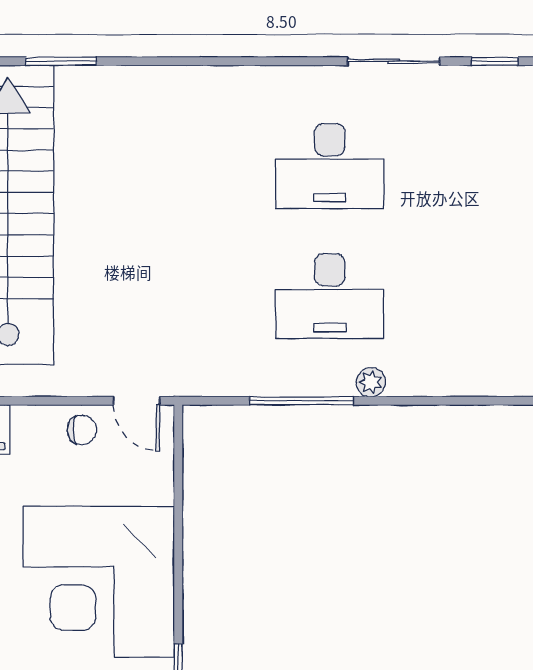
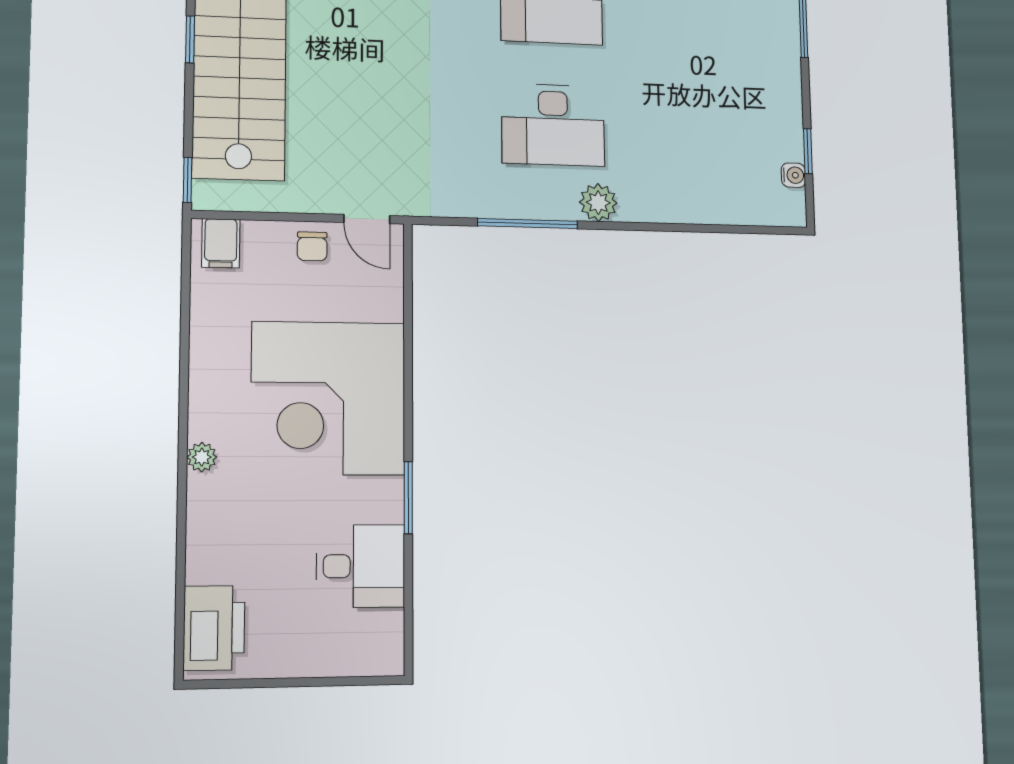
plant: (371, 382) -> (598, 203), width x1.38, depth x1.38
chair: (82, 430) -> (312, 246), turned 90

